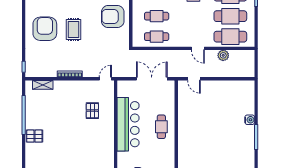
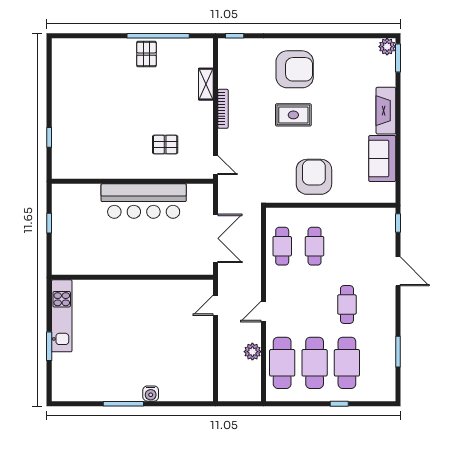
shelving: (43, 85) -> (206, 84), moved
cafe table: (161, 127) -> (140, 254), removed
pallet: (34, 136) -> (146, 54), moved

